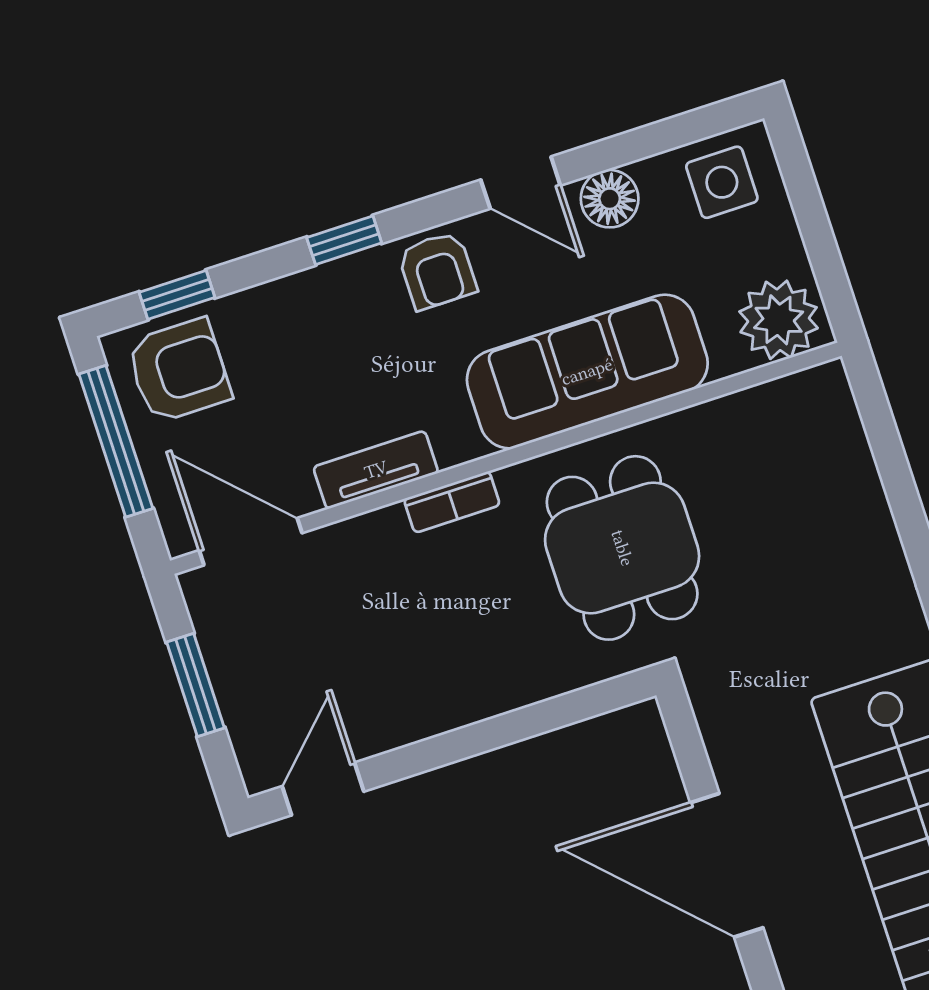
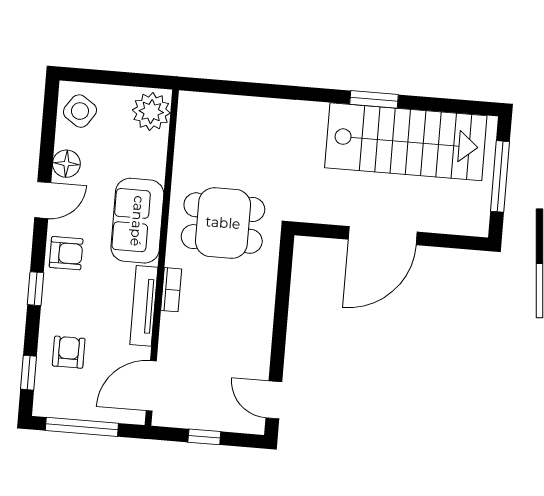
side table: (722, 182) -> (80, 111), turned 34
armchair: (179, 371) -> (69, 352), moved, width x0.72, depth x0.72
sofa: (587, 372) -> (137, 221), width x0.73
tv unit: (376, 470) -> (144, 306), width x1.41
window: (196, 685) -> (204, 437), width x0.67

